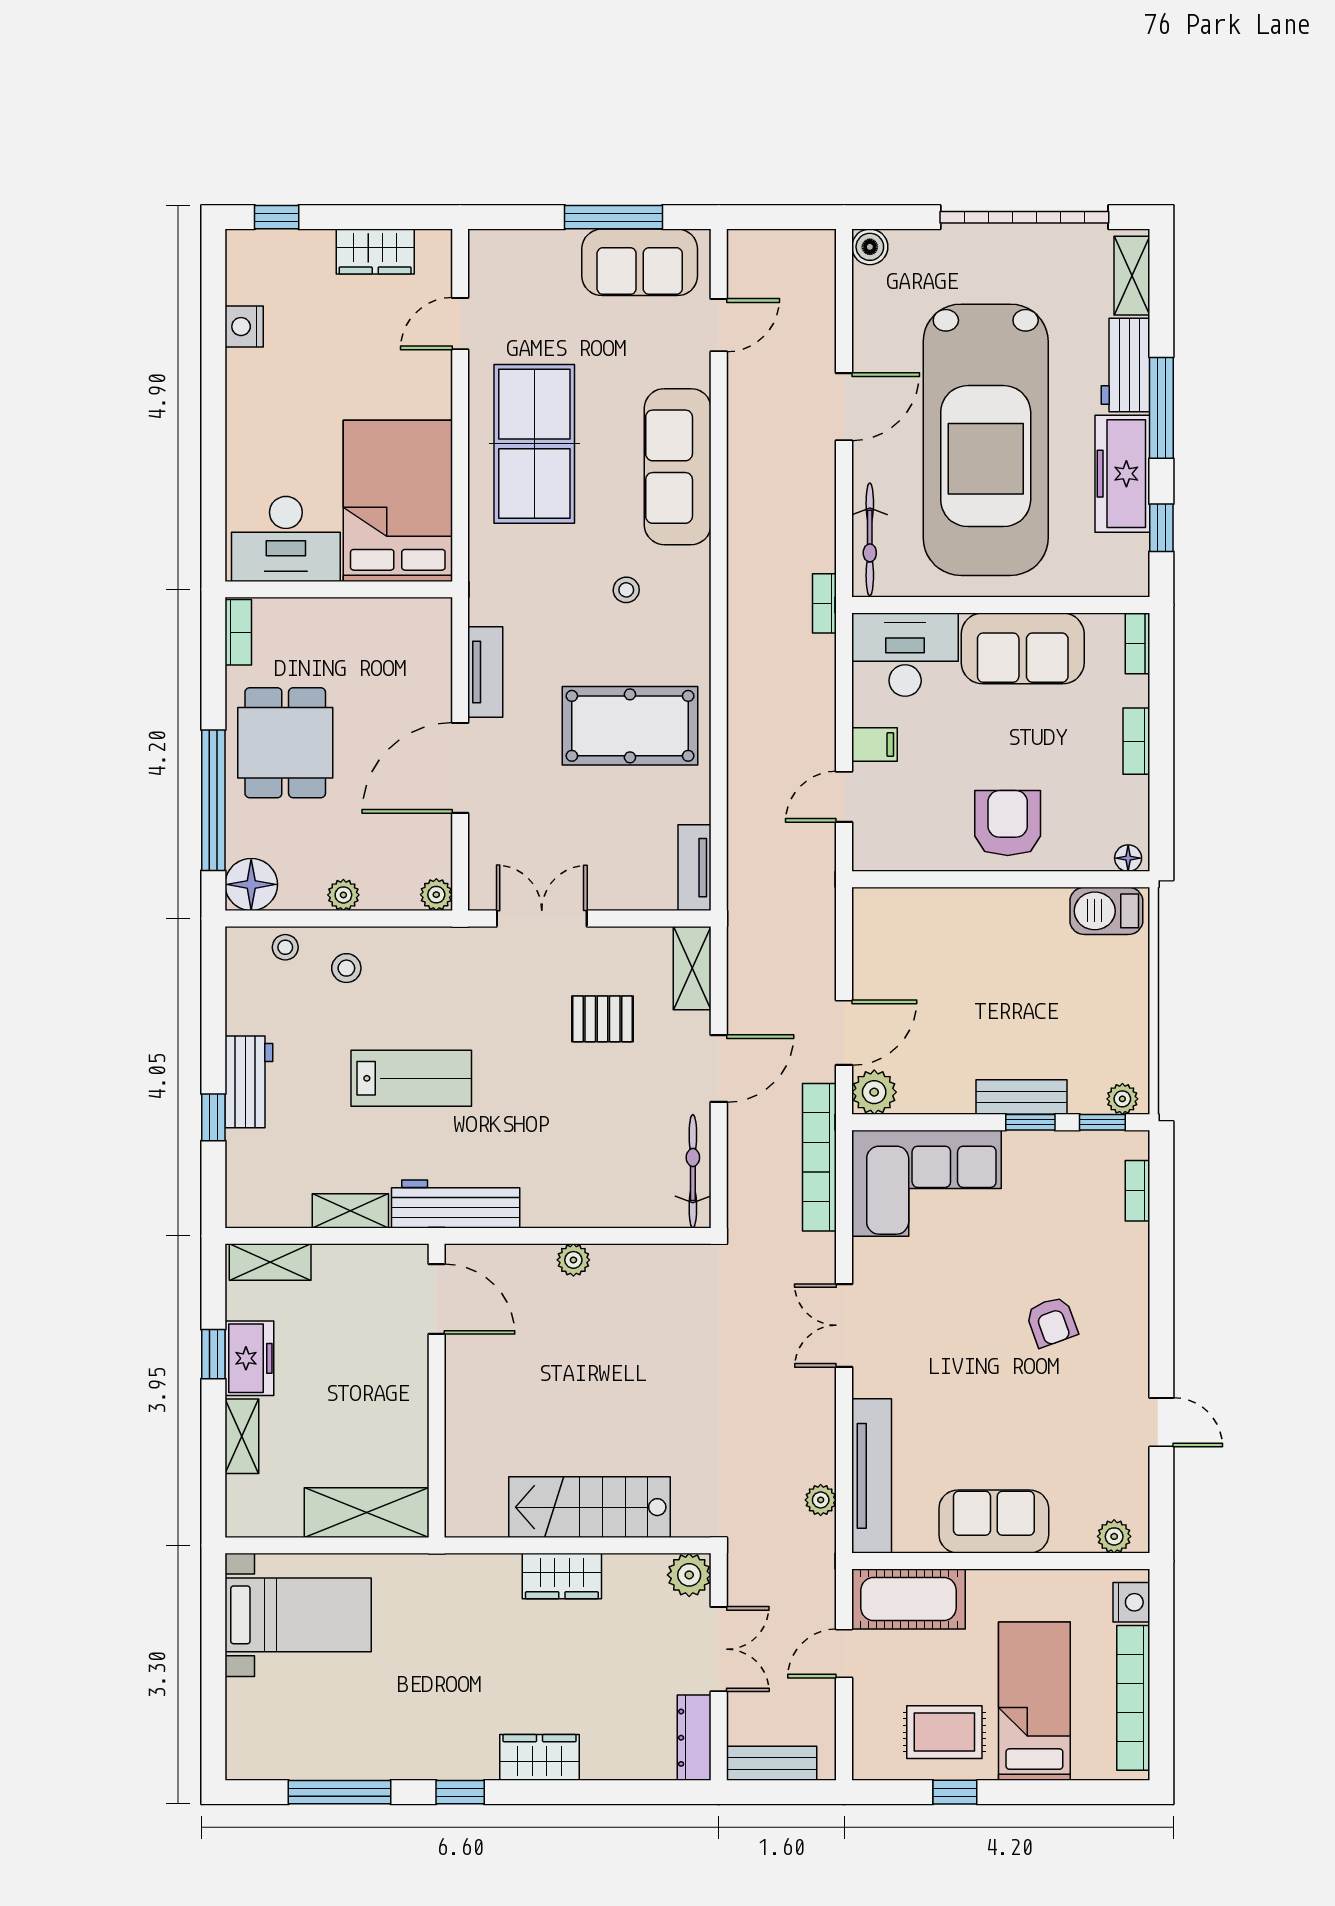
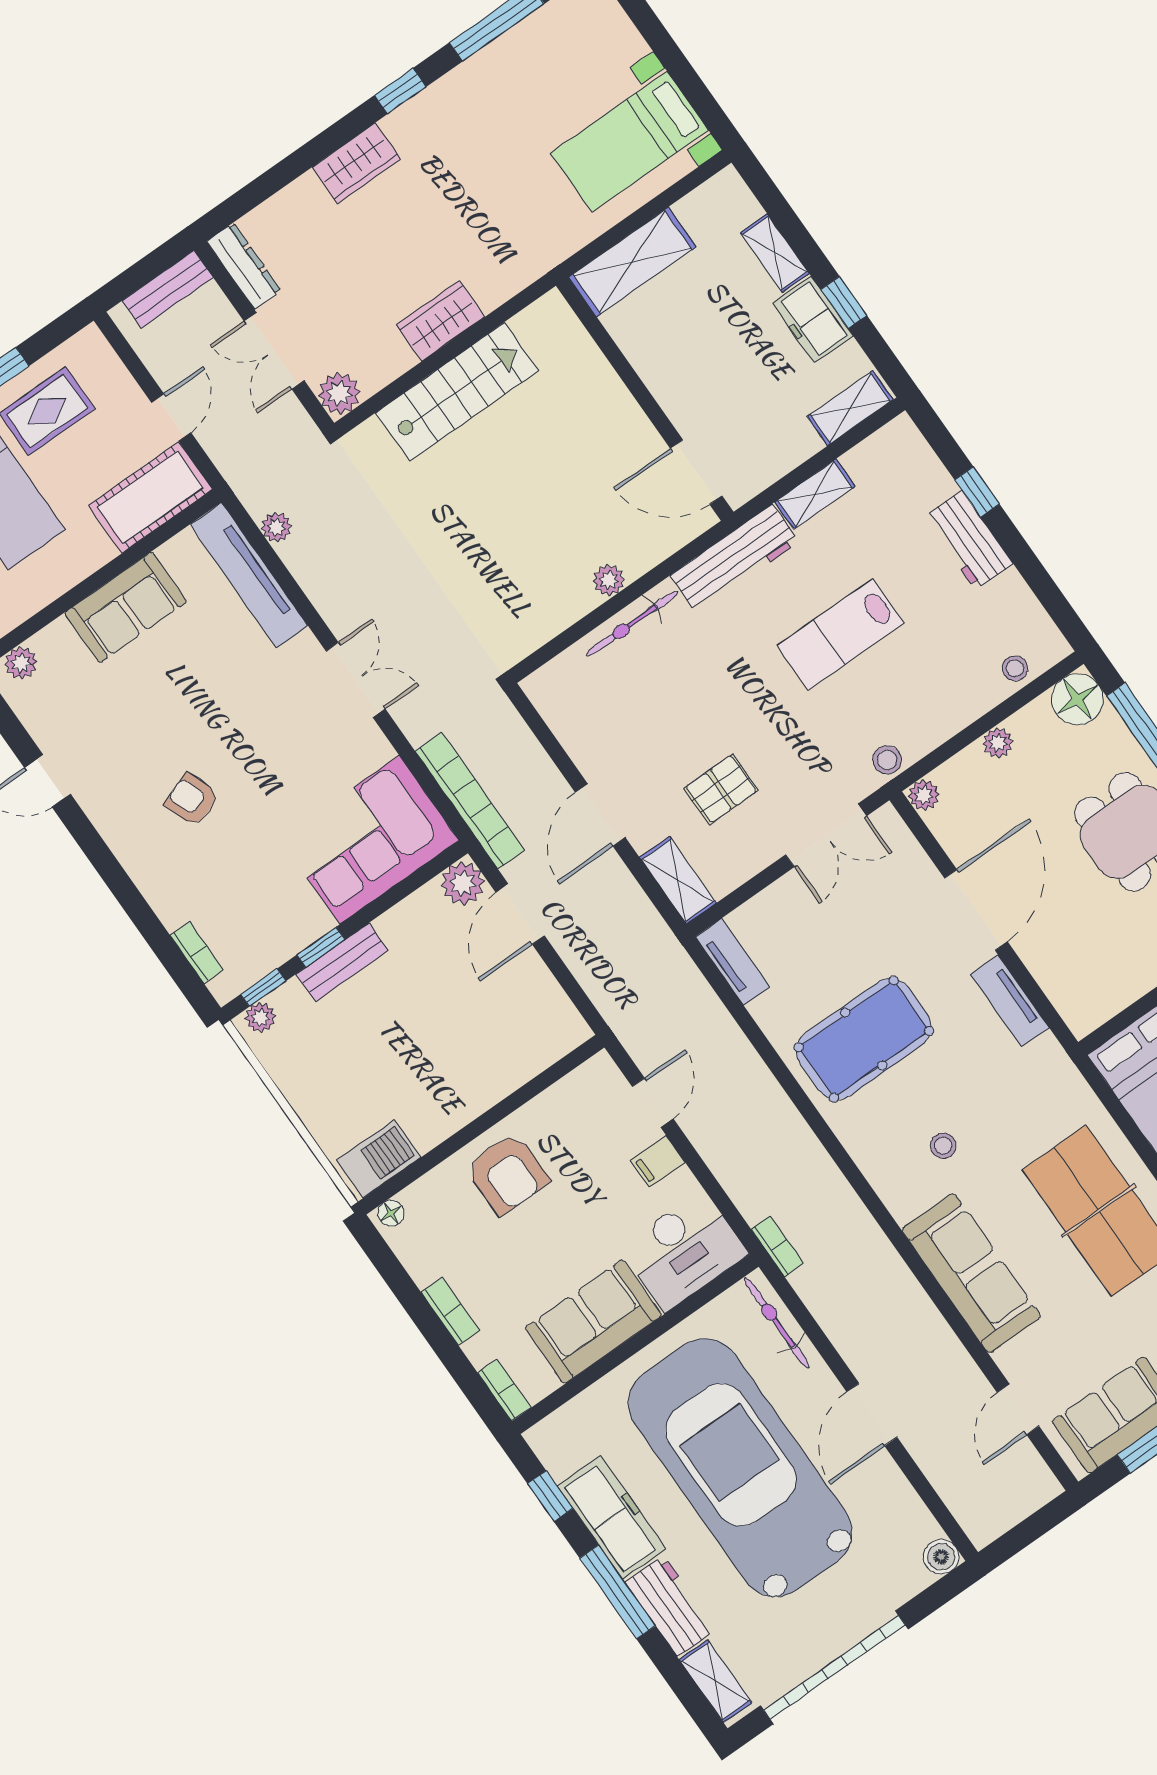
stool: (346, 968) -> (887, 760), moved
bicycle: (693, 1171) -> (632, 624), moved, turned 90

